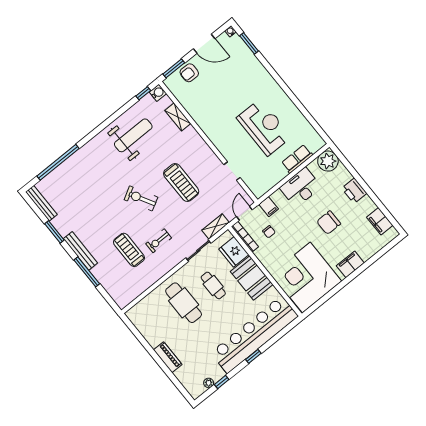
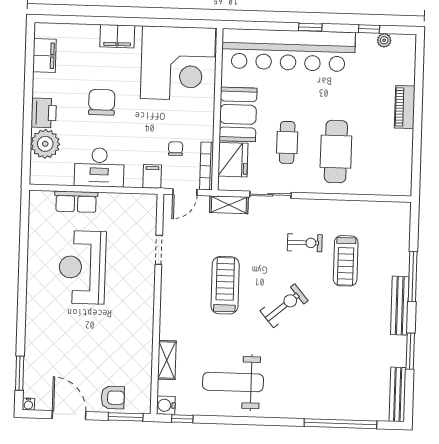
plant: (328, 161) -> (45, 144), moved
exercise bike: (141, 198) -> (284, 306), turned -101
chair: (329, 223) -> (102, 102), turned -90

